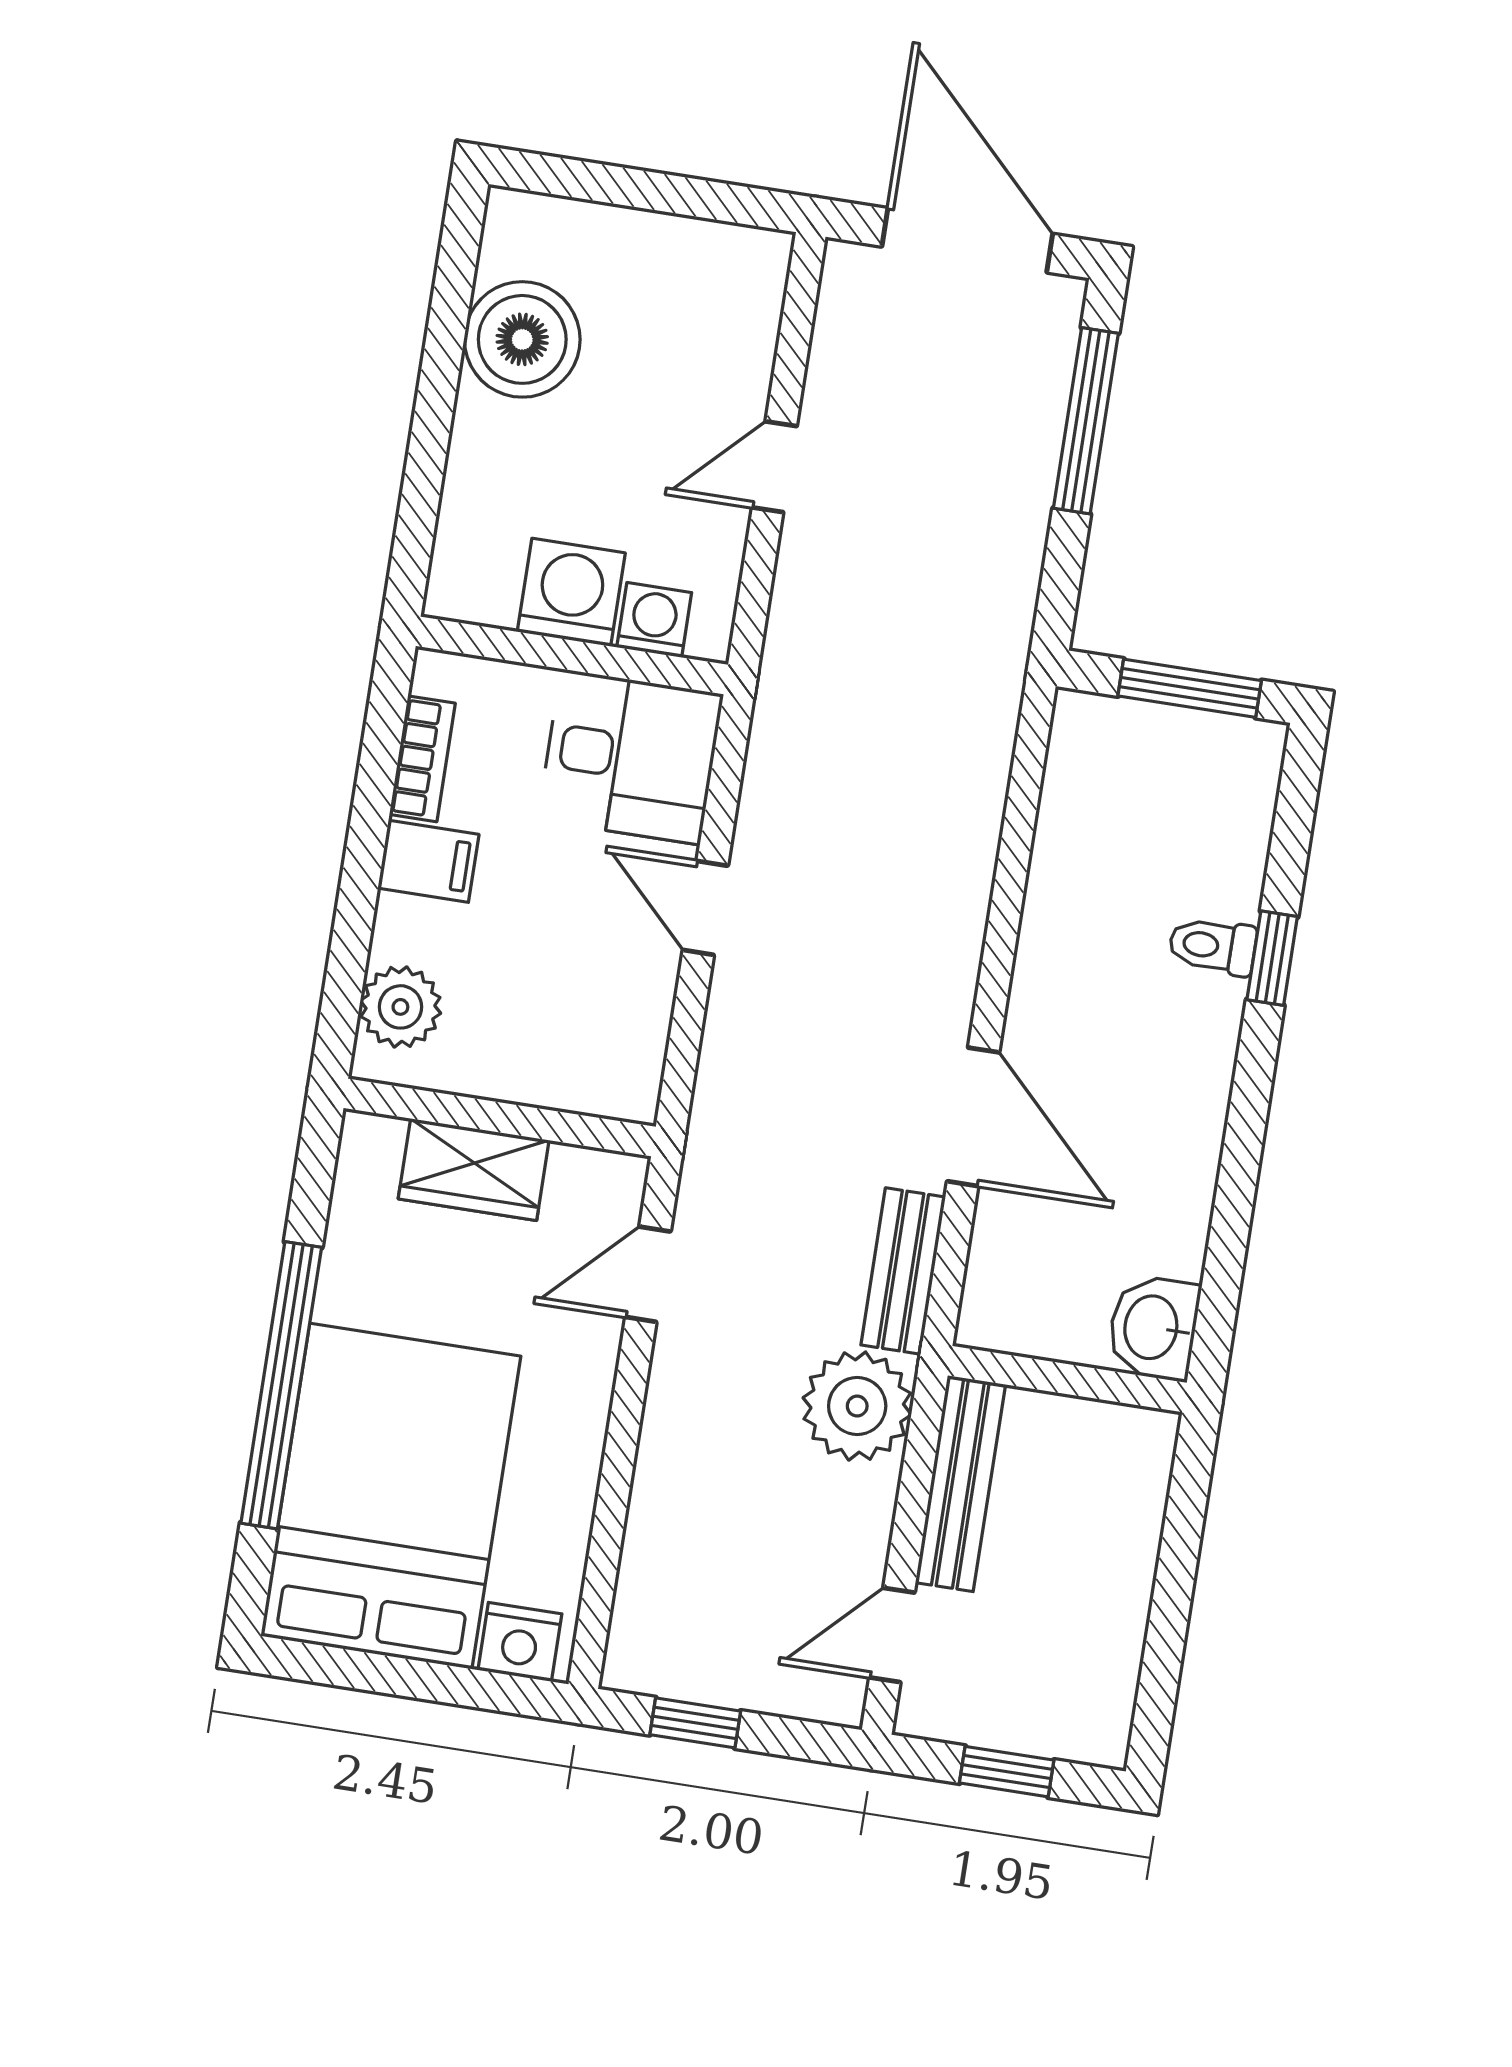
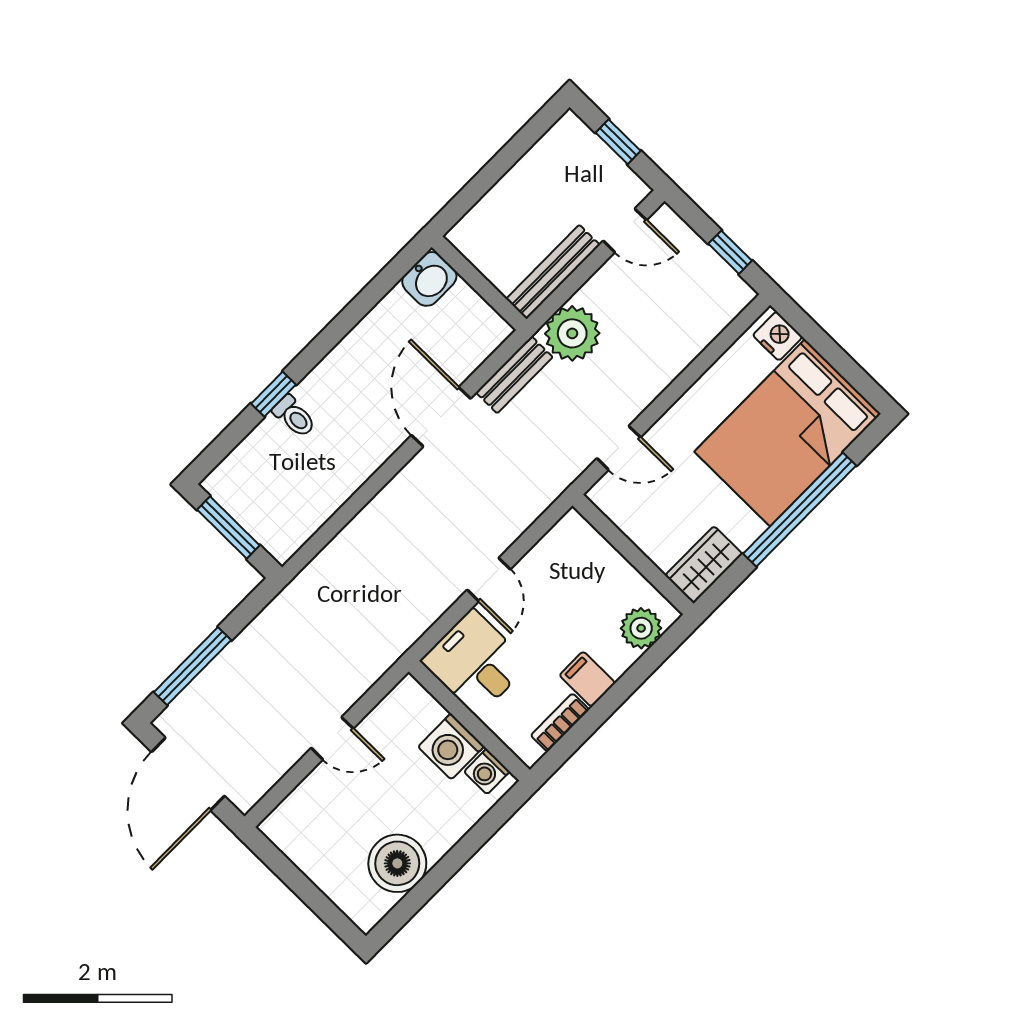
washing machine: (654, 620) -> (487, 772), moved
wardrobe: (474, 1170) -> (704, 565), moved, turned -90

